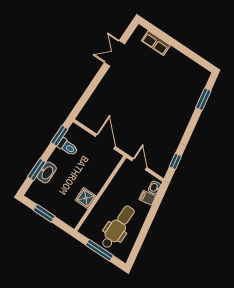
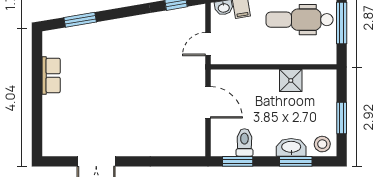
row of seats: (156, 43) -> (51, 75), moved
door: (105, 141) -> (208, 102), swing flipped
stool: (36, 192) -> (322, 144), added

